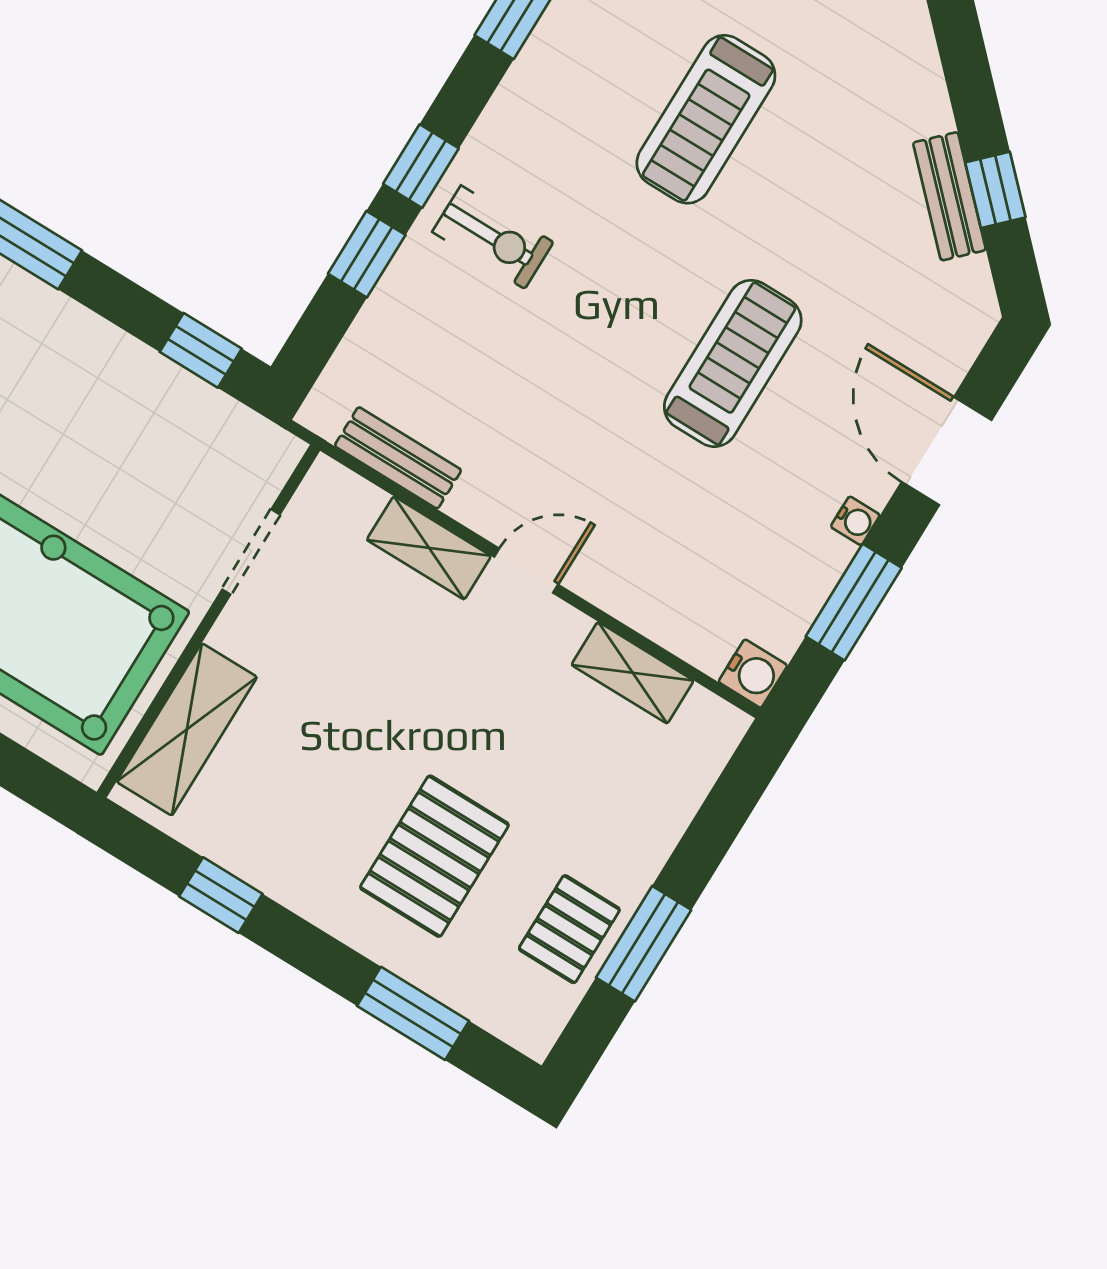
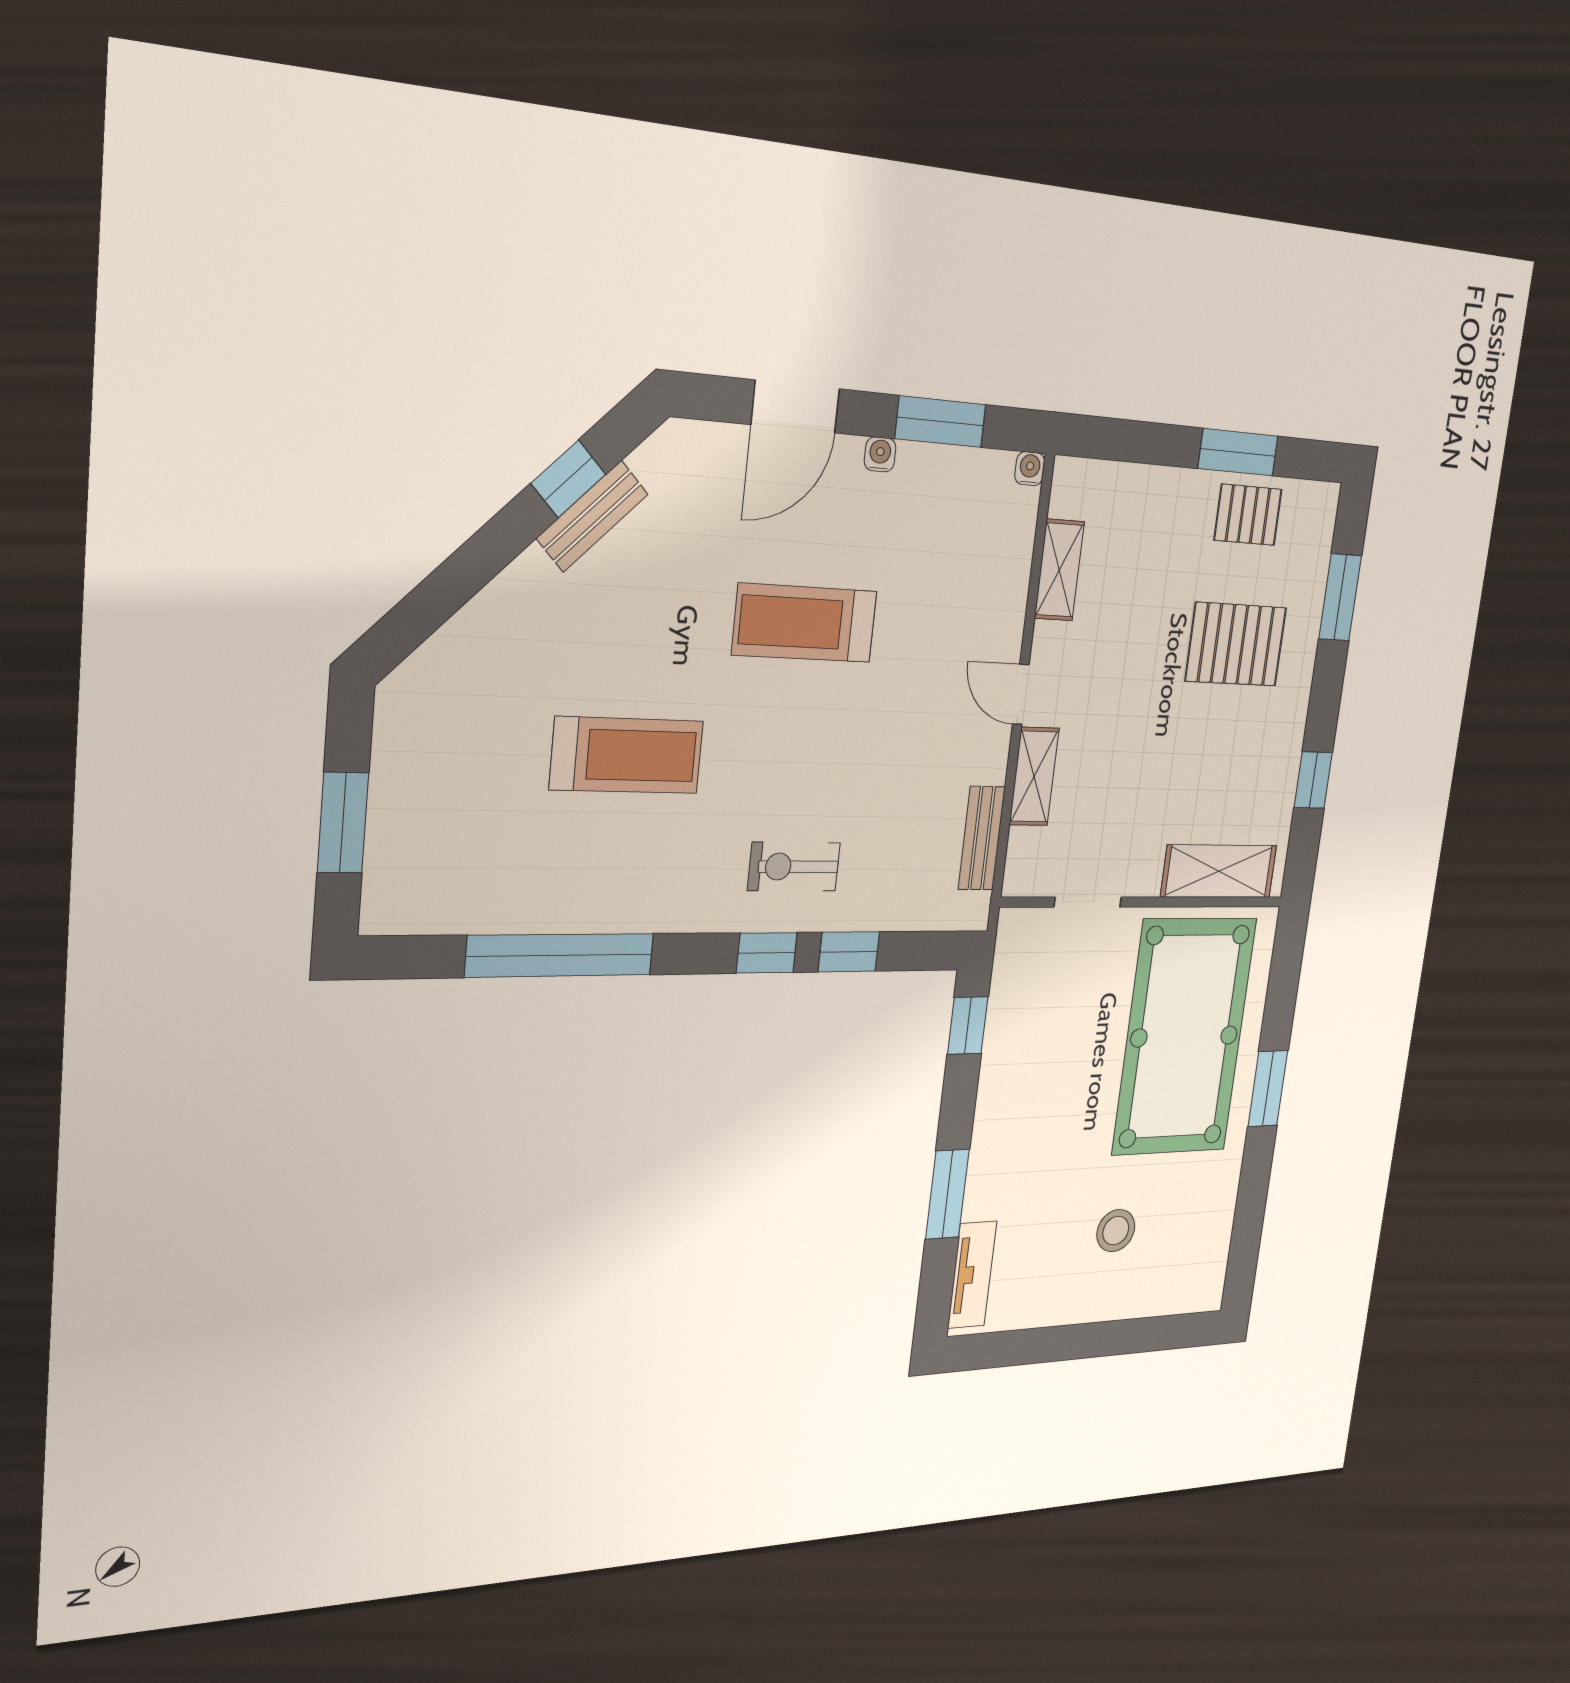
exercise bike: (493, 237) -> (794, 867), turned -90
water cooler: (753, 674) -> (1030, 469), width x0.72, depth x0.72

